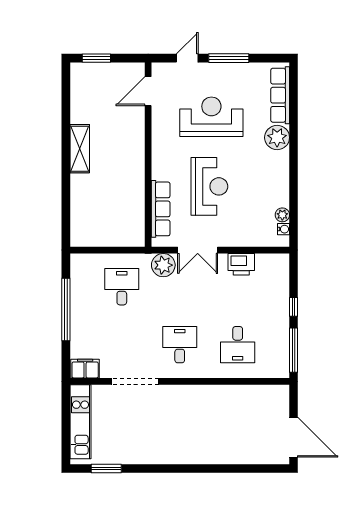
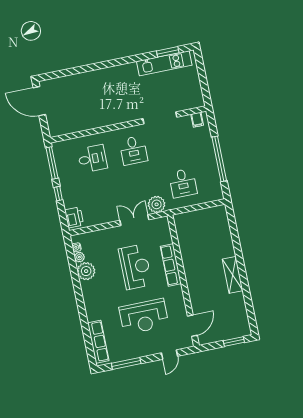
window: (229, 58) -> (126, 363), moved
plant: (277, 138) -> (86, 271), moved
reception desk: (209, 186) -> (135, 267), turned 180
row of seats: (161, 209) -> (171, 265), moved
printer: (241, 264) -> (74, 217), moved, turned 90
desk: (238, 345) -> (92, 159), turned 90
filing cabinet: (85, 369) -> (197, 120), width x0.50
kitchen unit: (80, 422) -> (164, 63), moved, turned -90

